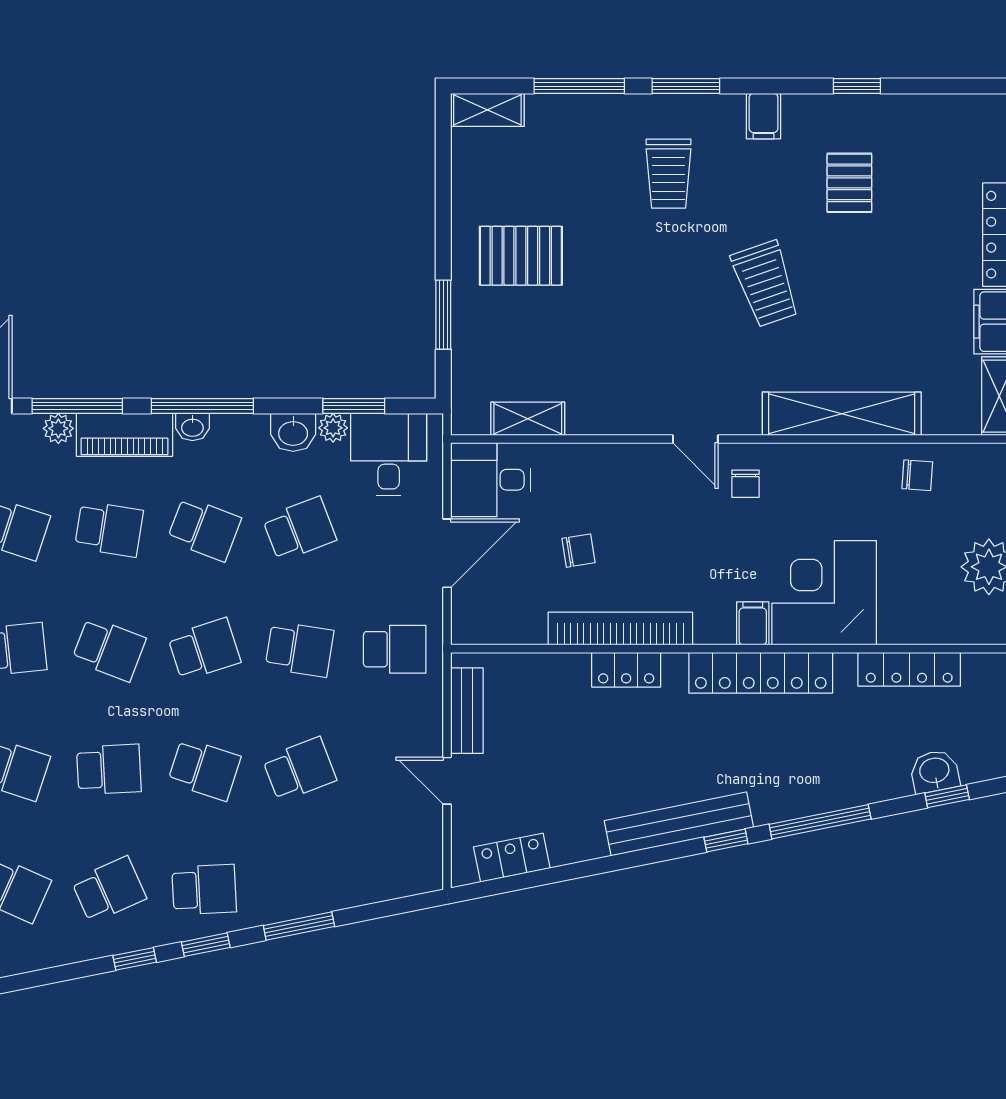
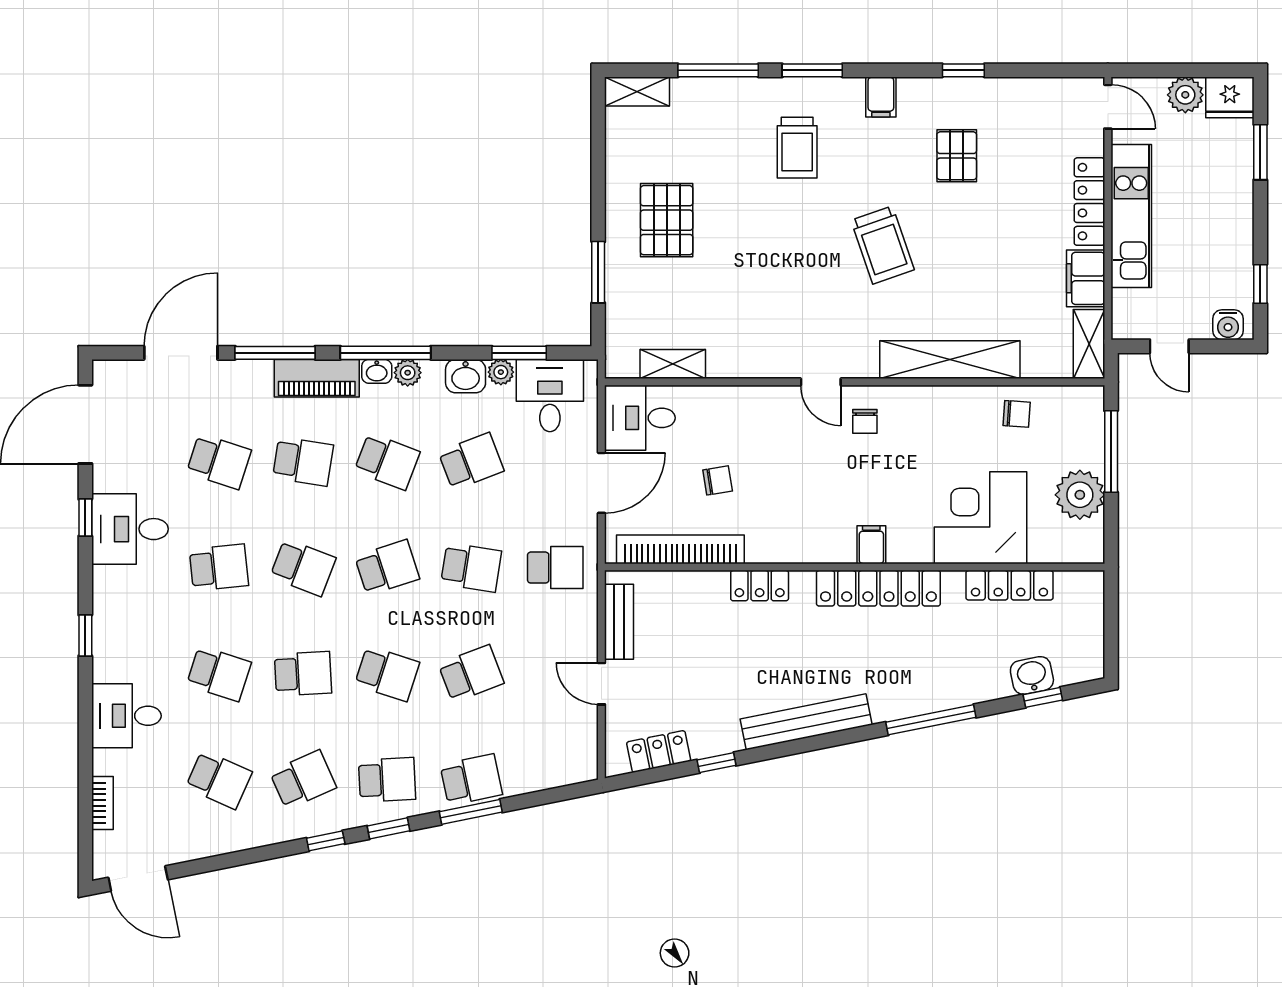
pallet: (521, 256) -> (667, 220), turned 90
plant: (58, 428) -> (408, 373), moved
corner desk: (824, 593) -> (981, 518), moved
bookcase: (620, 629) -> (680, 549), moved
window: (726, 841) -> (717, 763), moved
school desk: (299, 890) -> (471, 780), added

